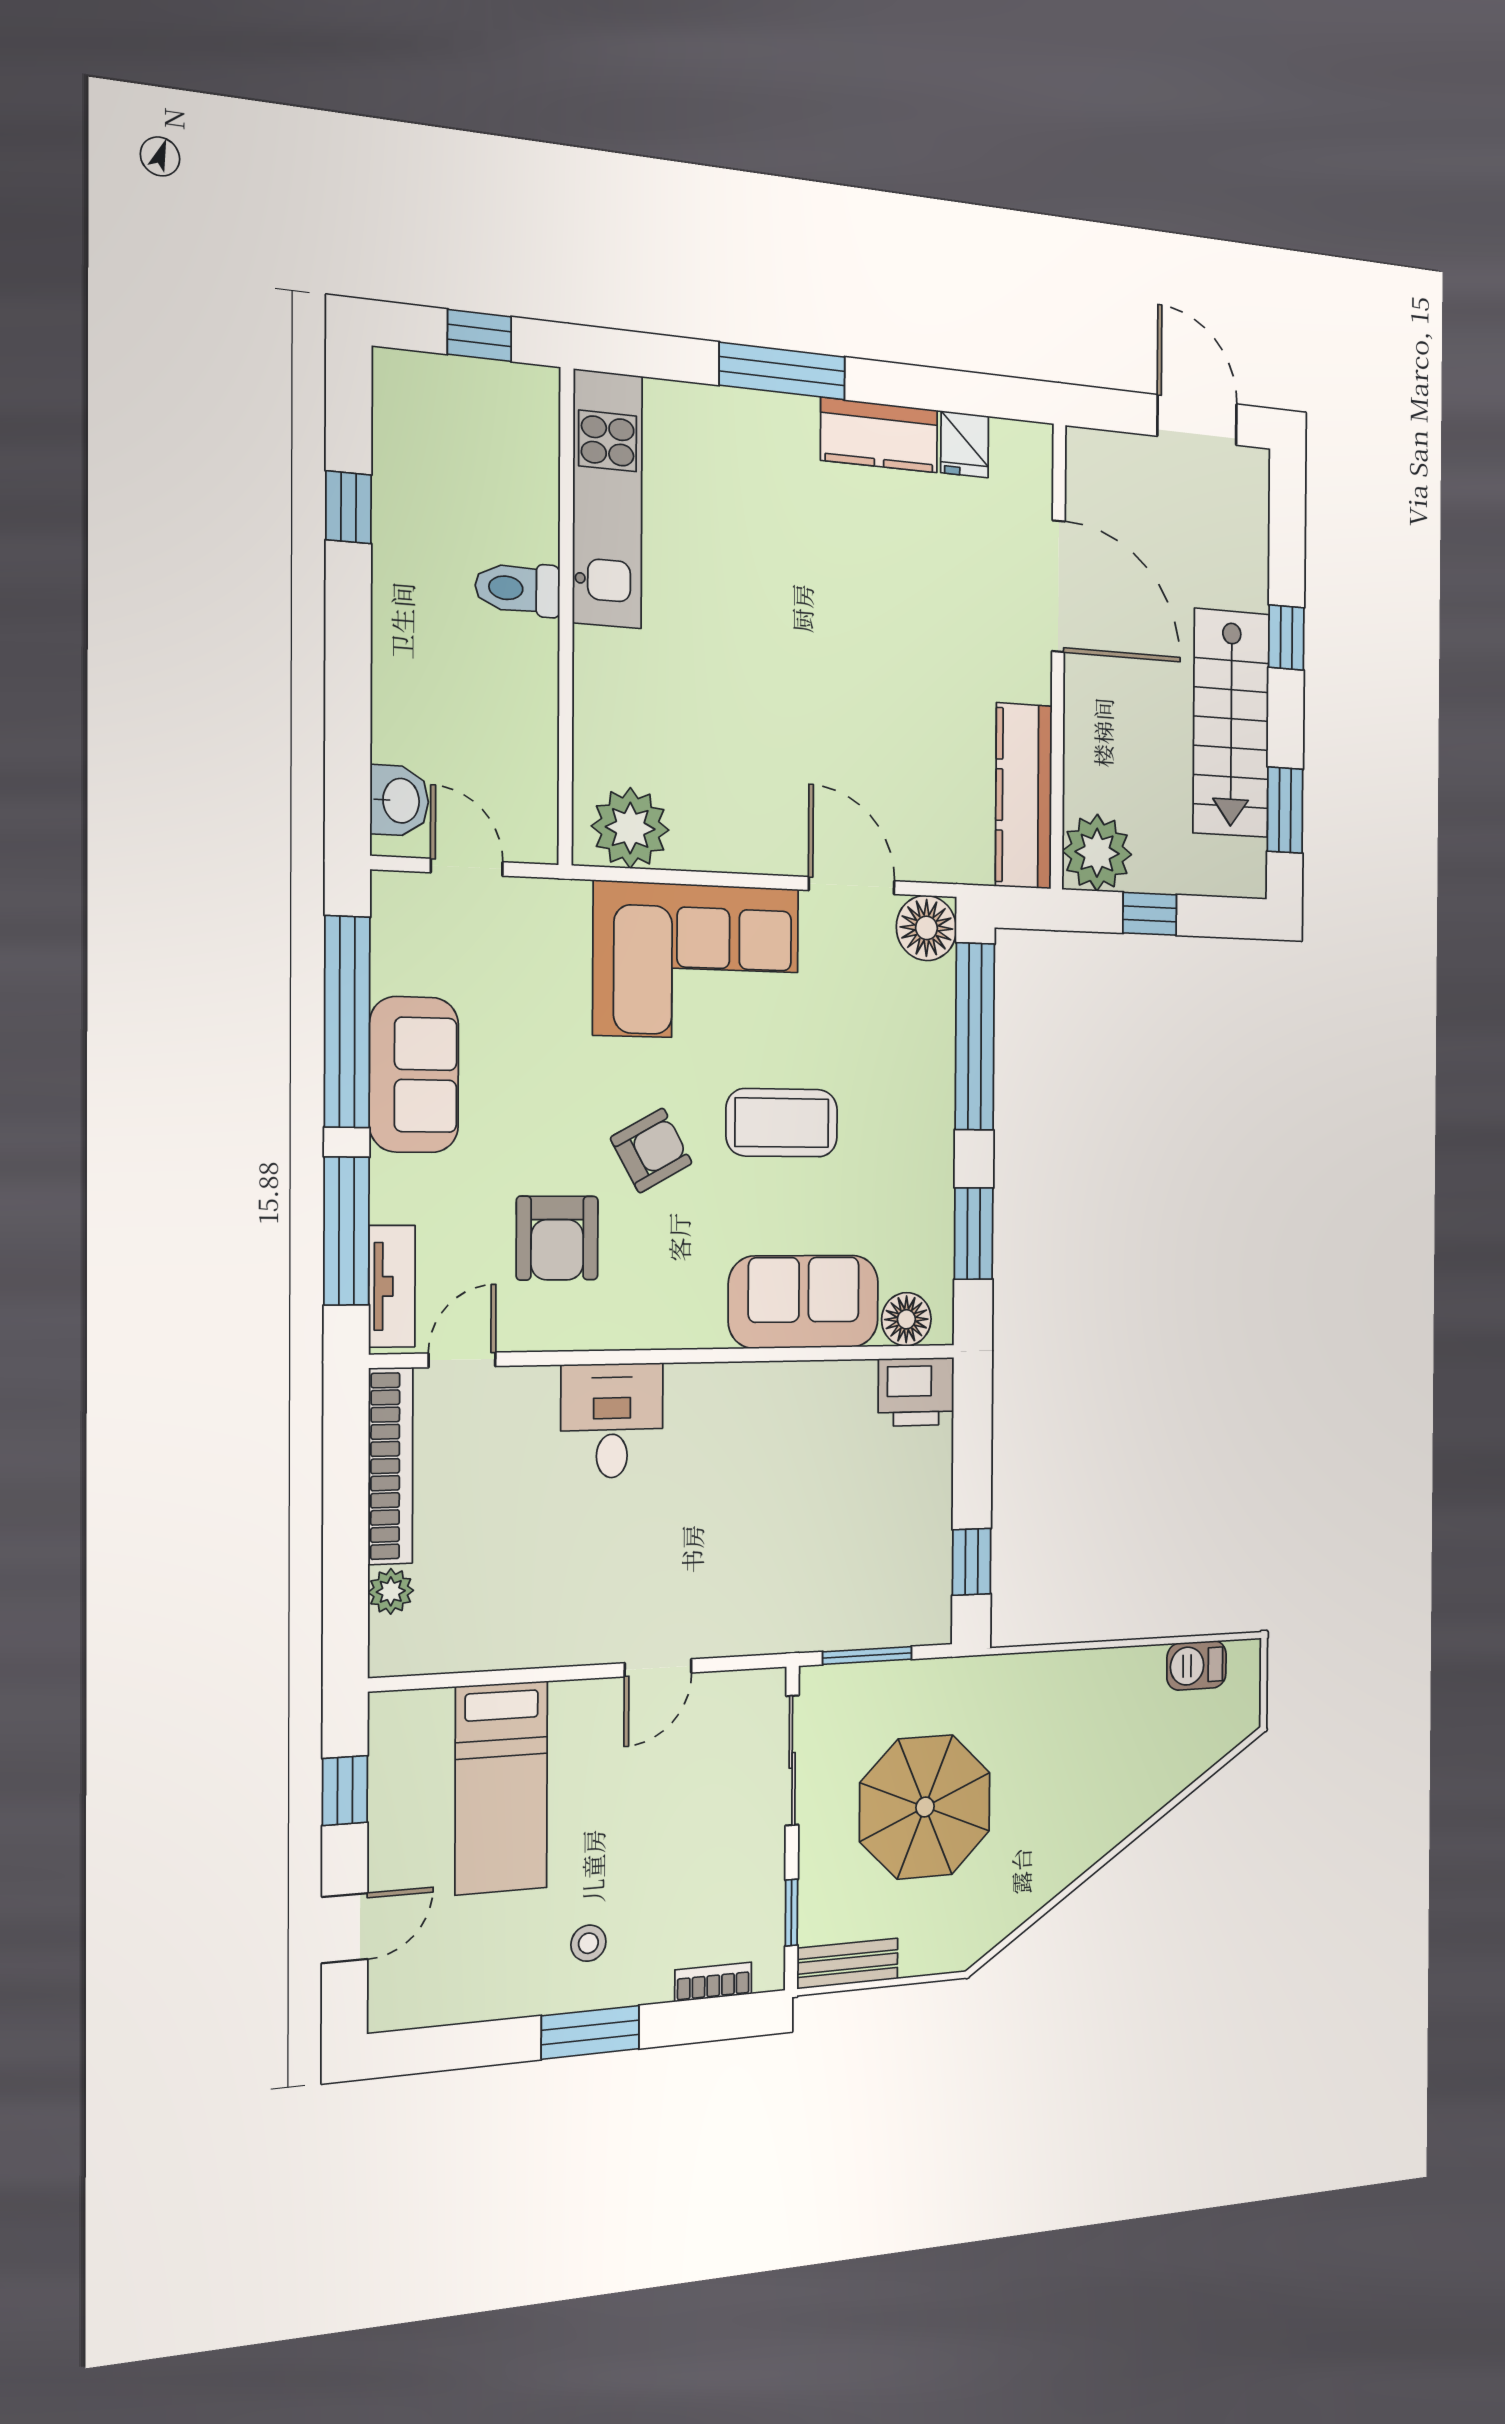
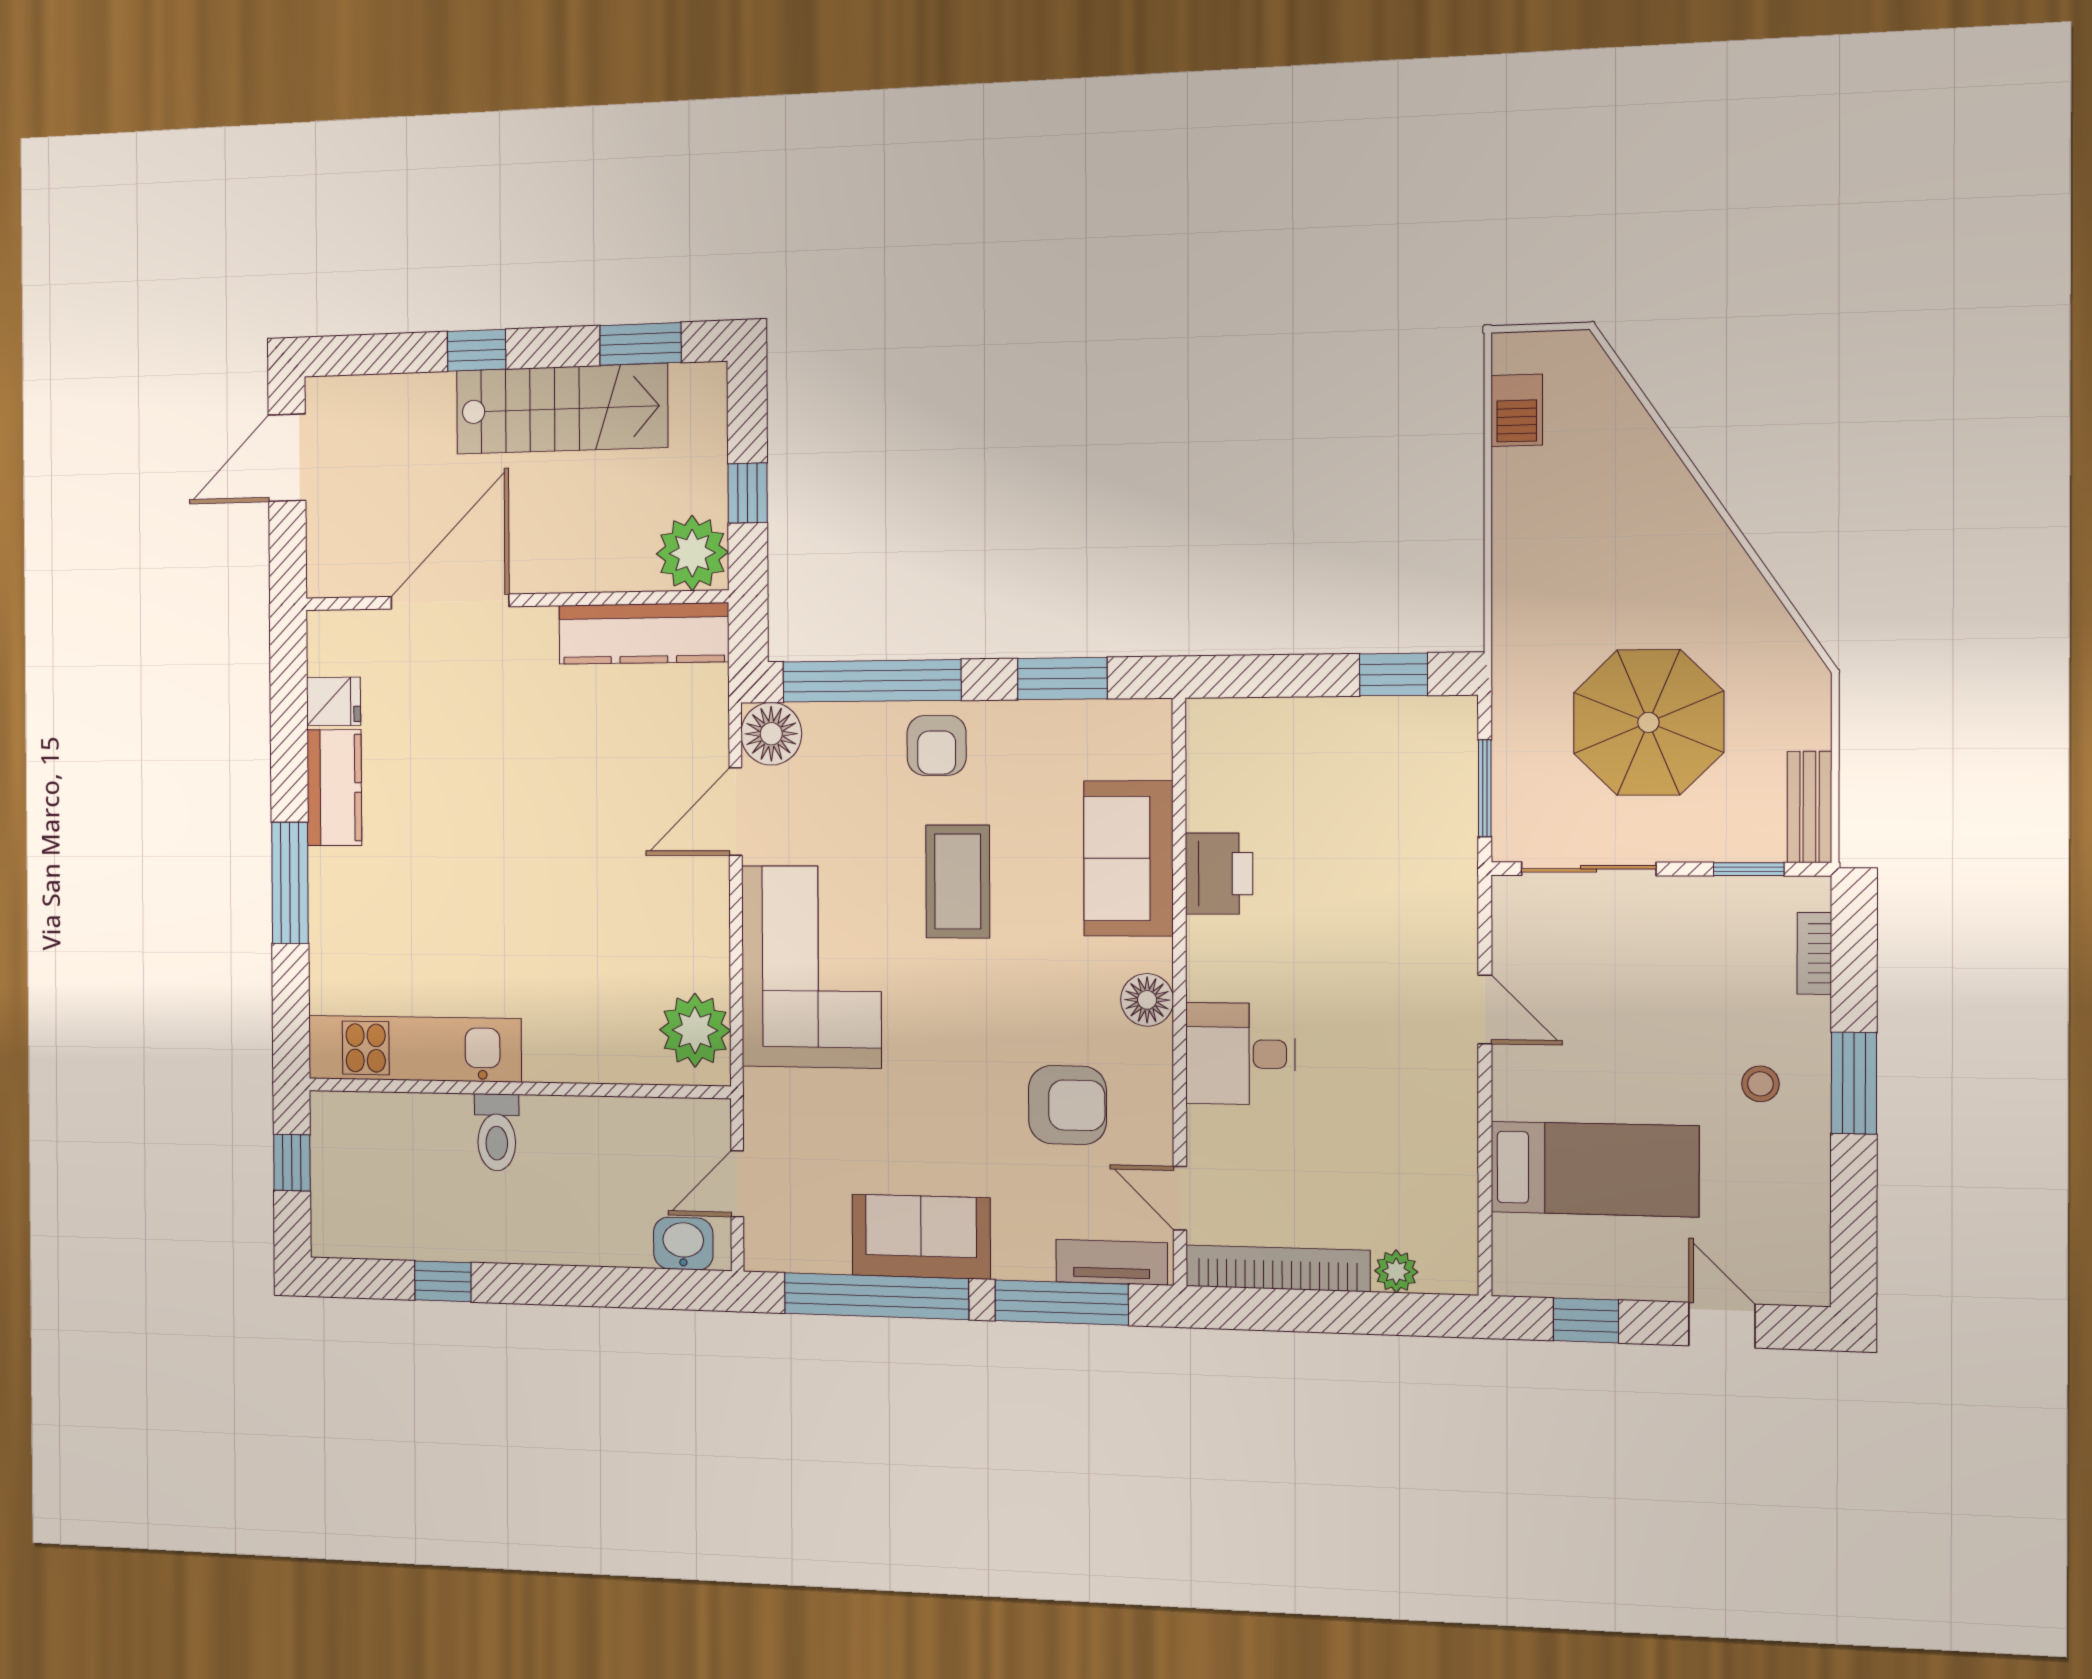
armchair: (651, 1150) -> (937, 745), moved, turned -151
floor lamp: (906, 1319) -> (1147, 1000), moved
printer: (916, 1392) -> (1219, 874), moved

